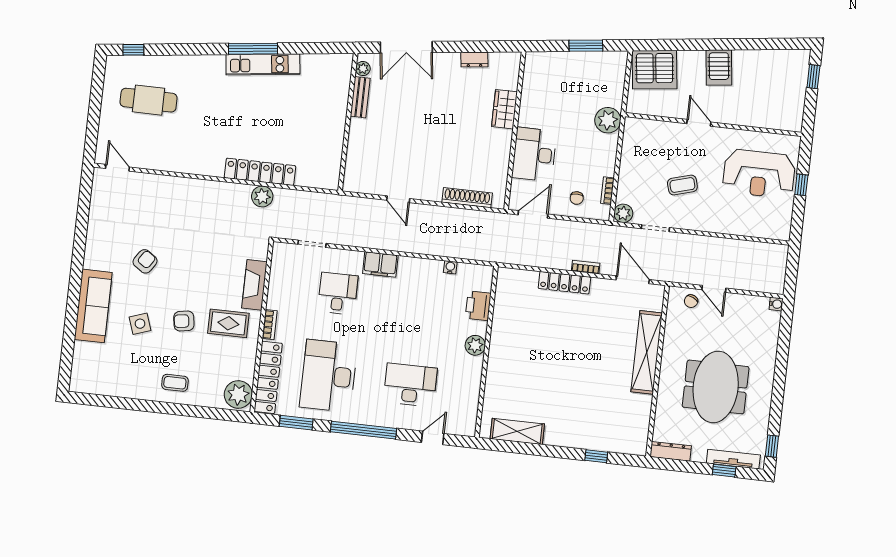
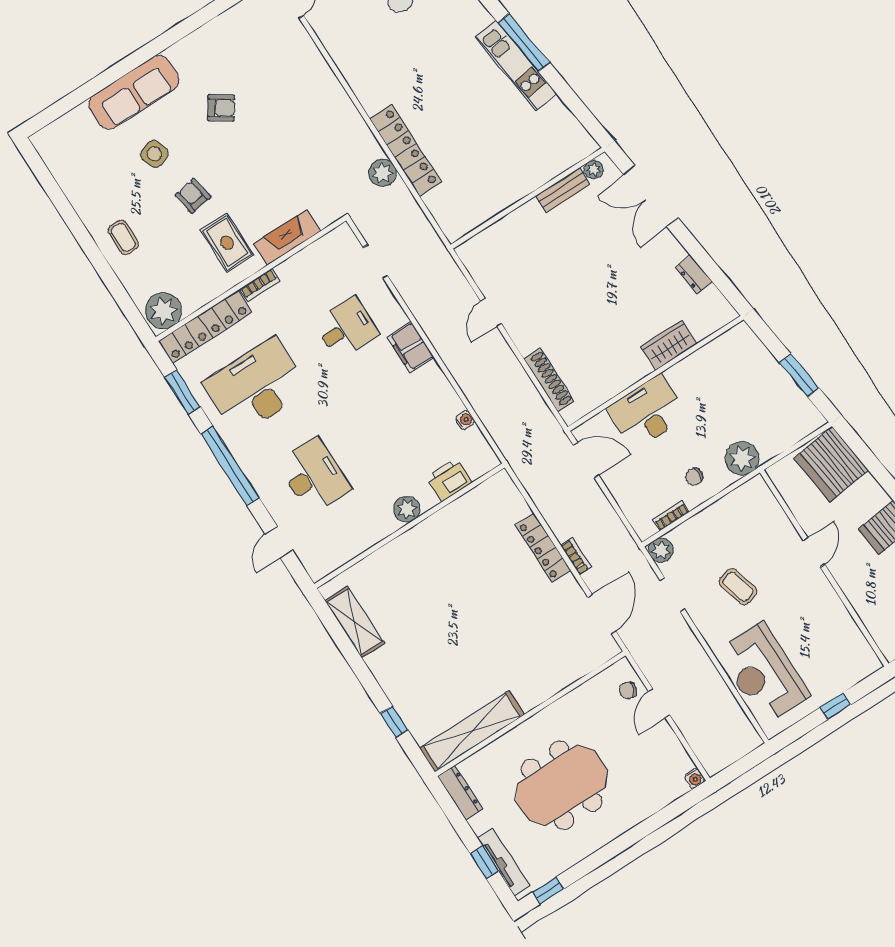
reception desk: (759, 174) -> (763, 673), moved
chair: (577, 198) -> (694, 477), moved
shelving: (647, 352) -> (472, 731), moved
door: (433, 438) -> (279, 542), swing flipped

